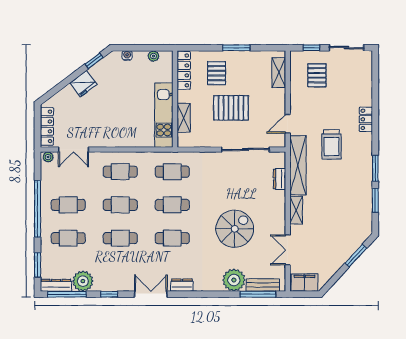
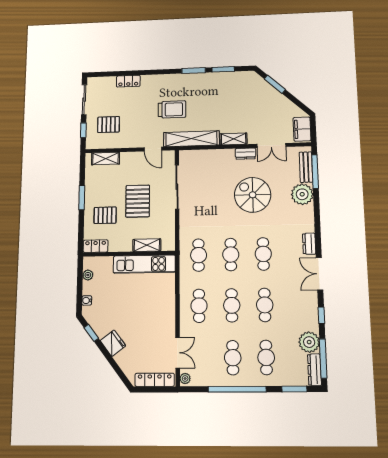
locker: (184, 70) -> (96, 246), width x0.66
locker: (366, 119) -> (128, 81), moved
dresser: (279, 179) -> (245, 154), moved

